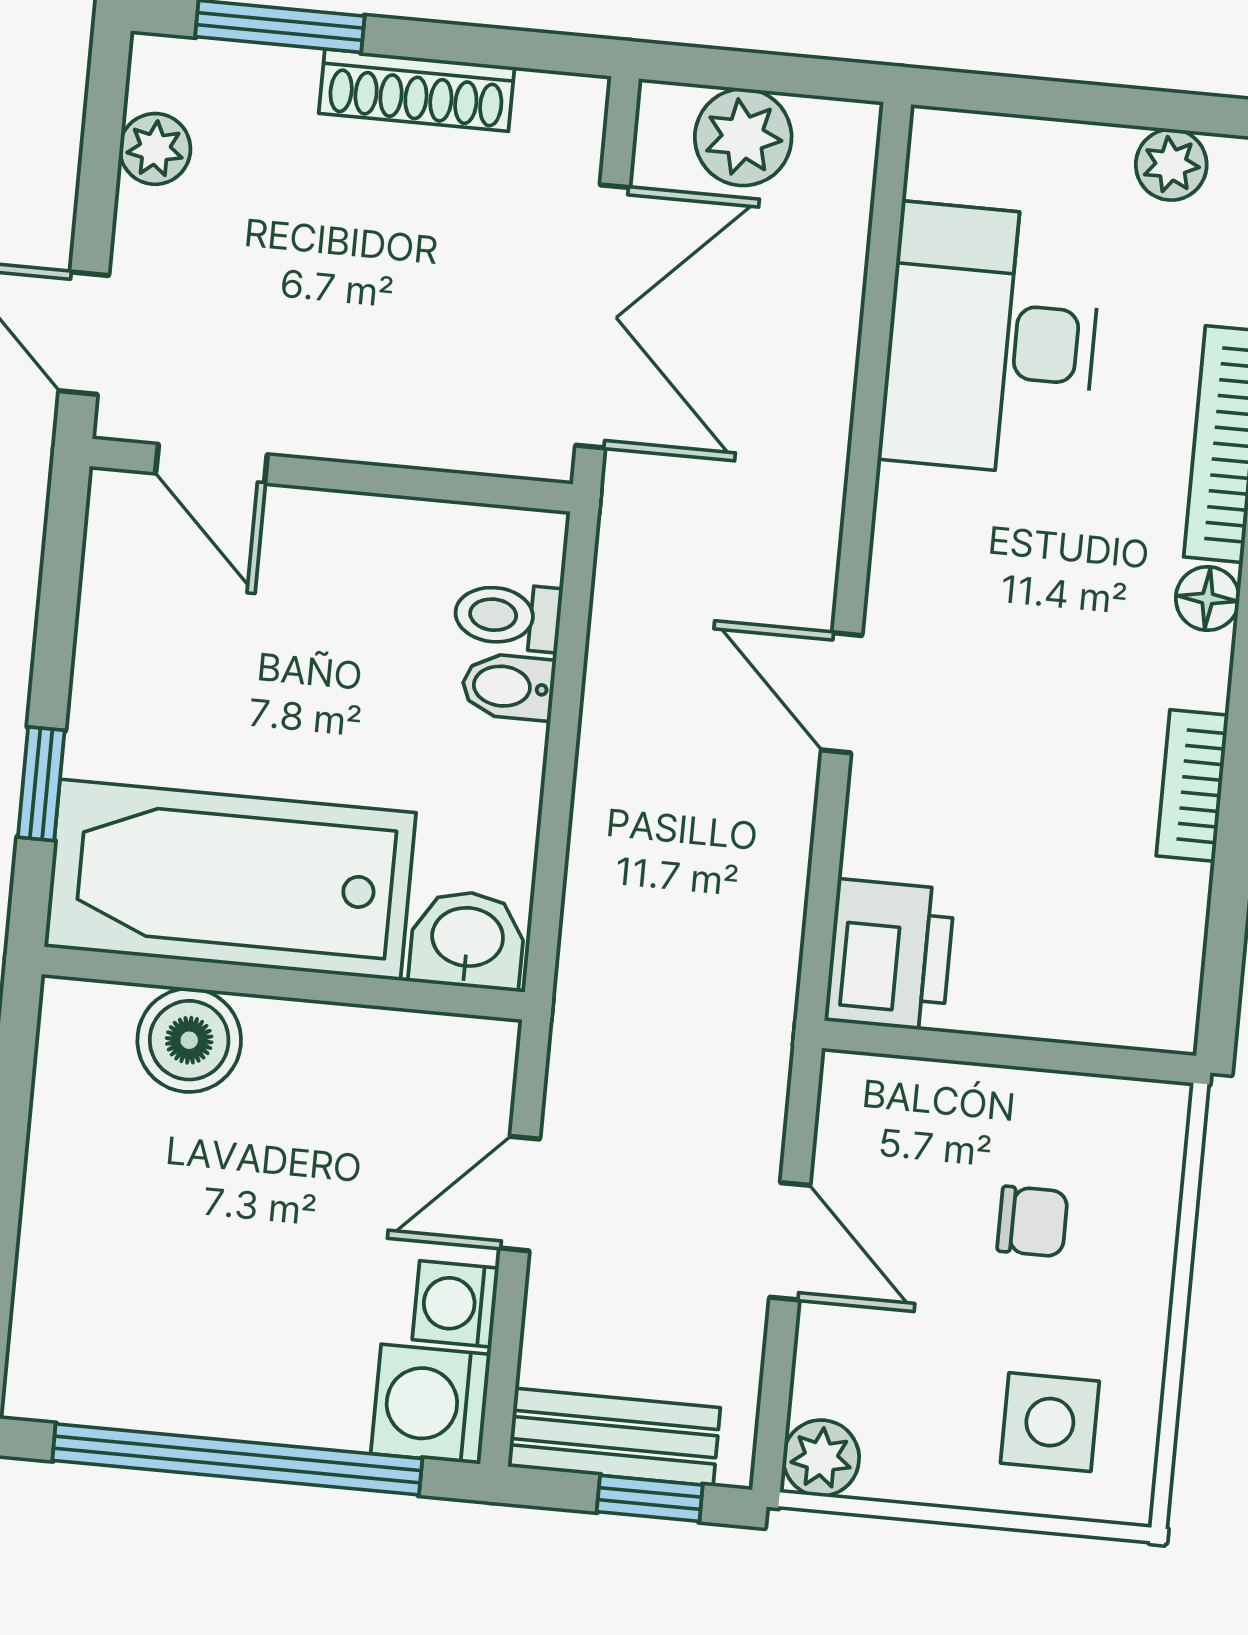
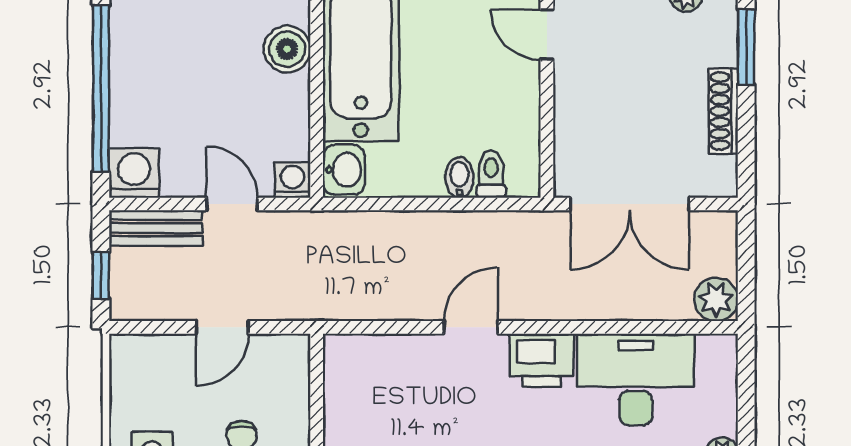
plant: (743, 137) -> (716, 299), moved
door: (211, 464) -> (547, 35), hinge flipped
printer: (890, 955) -> (542, 360), moved
washing machine: (455, 1304) -> (293, 180), moved
bench: (614, 1437) -> (156, 228), moved, turned 90
plant: (821, 1458) -> (126, 351), removed

